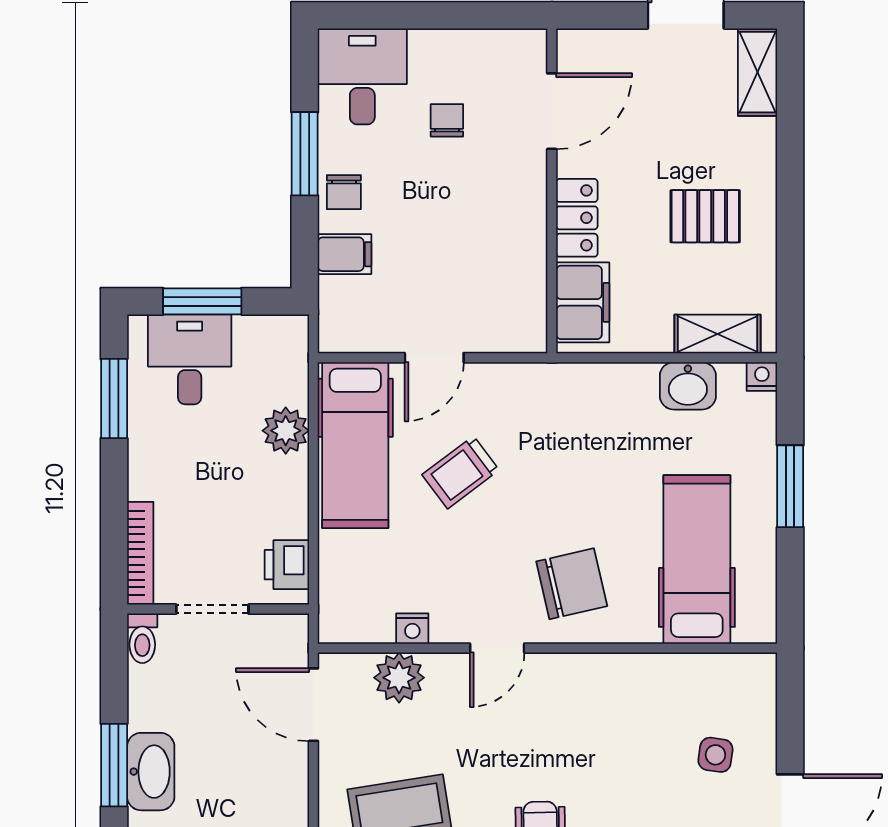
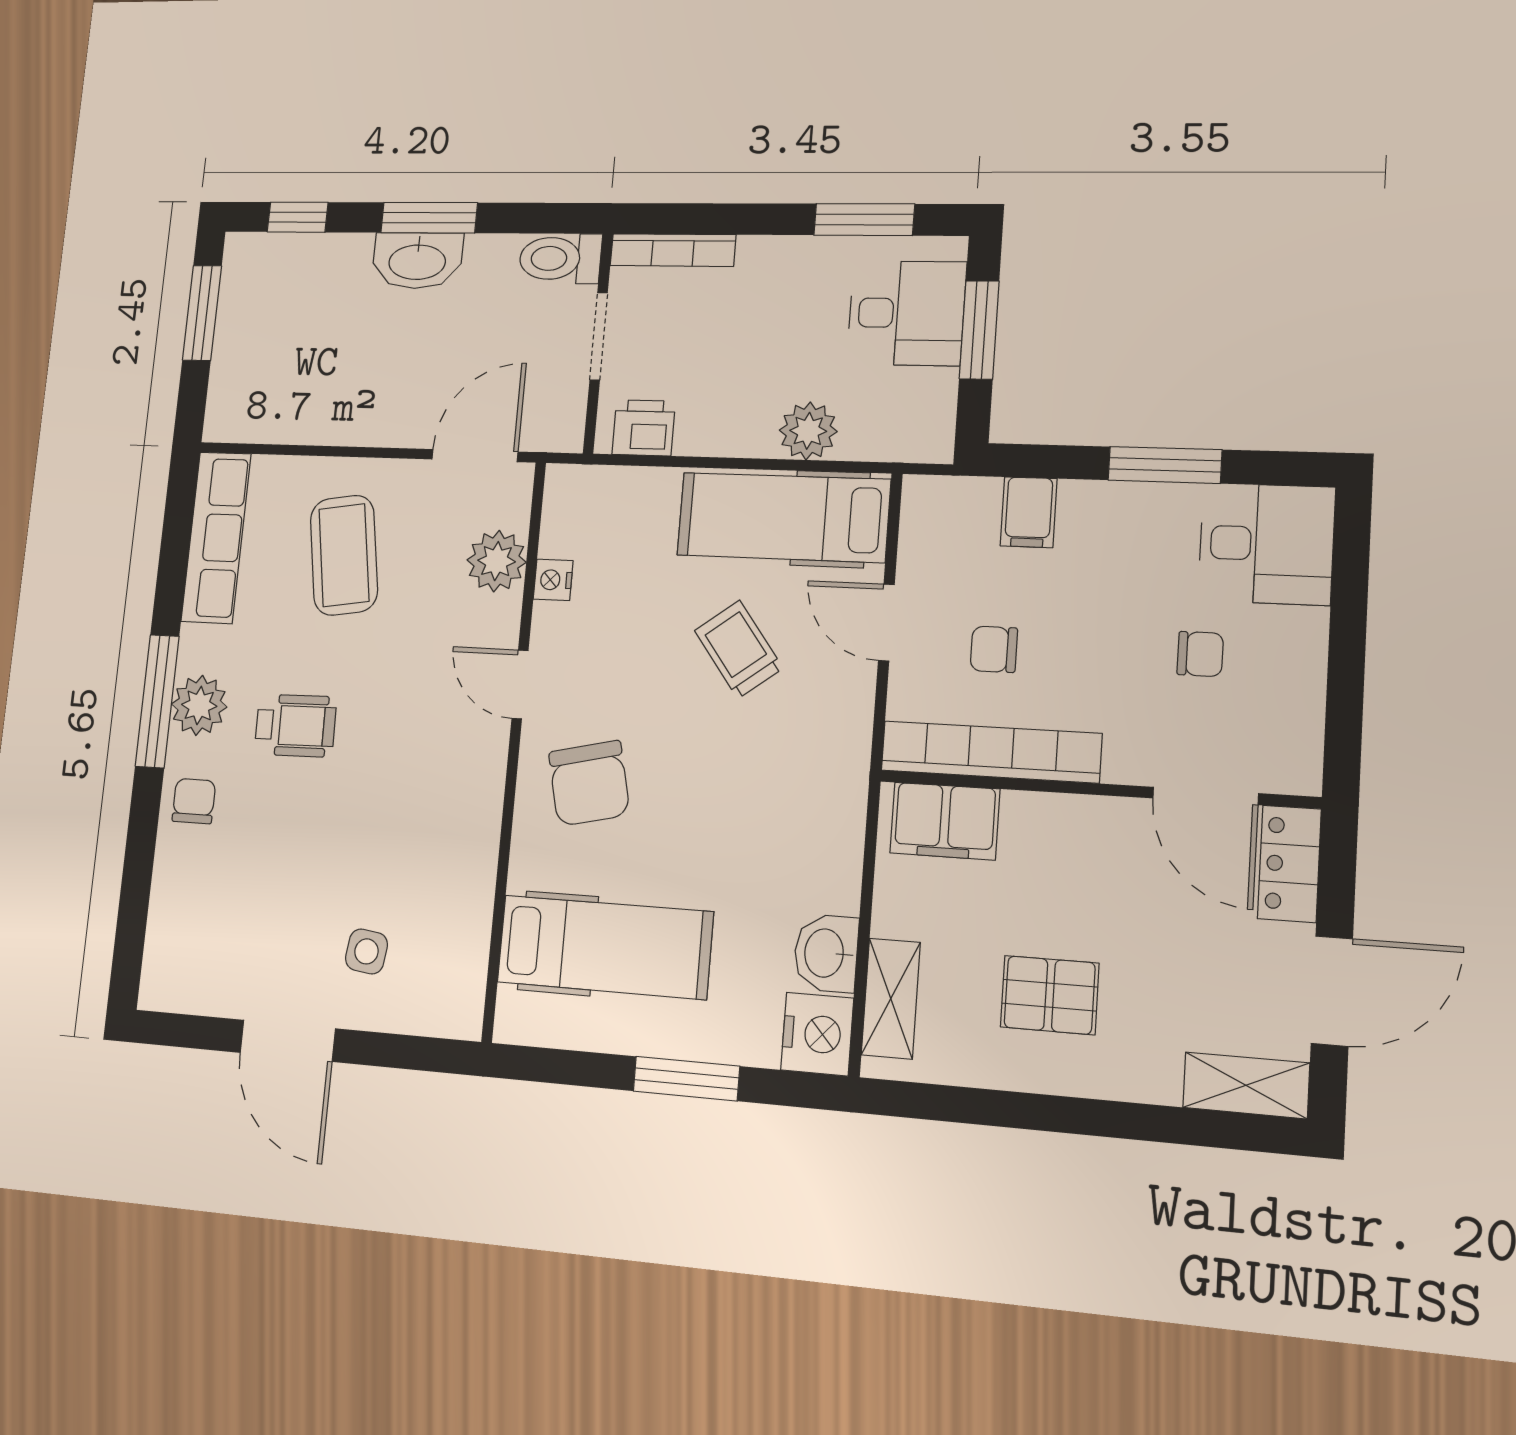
chair: (344, 192) -> (994, 649), moved
pallet: (705, 216) -> (1050, 995), turned 90
locker: (577, 218) -> (1289, 864), moved, turned 90
bookcase: (529, 271) -> (991, 752), added
nightstand: (762, 376) -> (817, 1034), width x1.89, depth x1.79
toilet: (142, 638) -> (560, 258), width x1.37, depth x1.39

